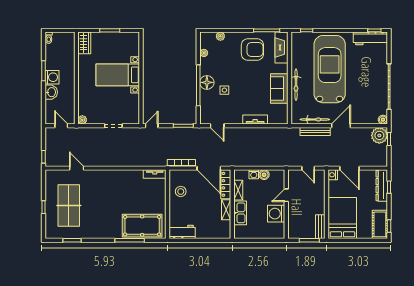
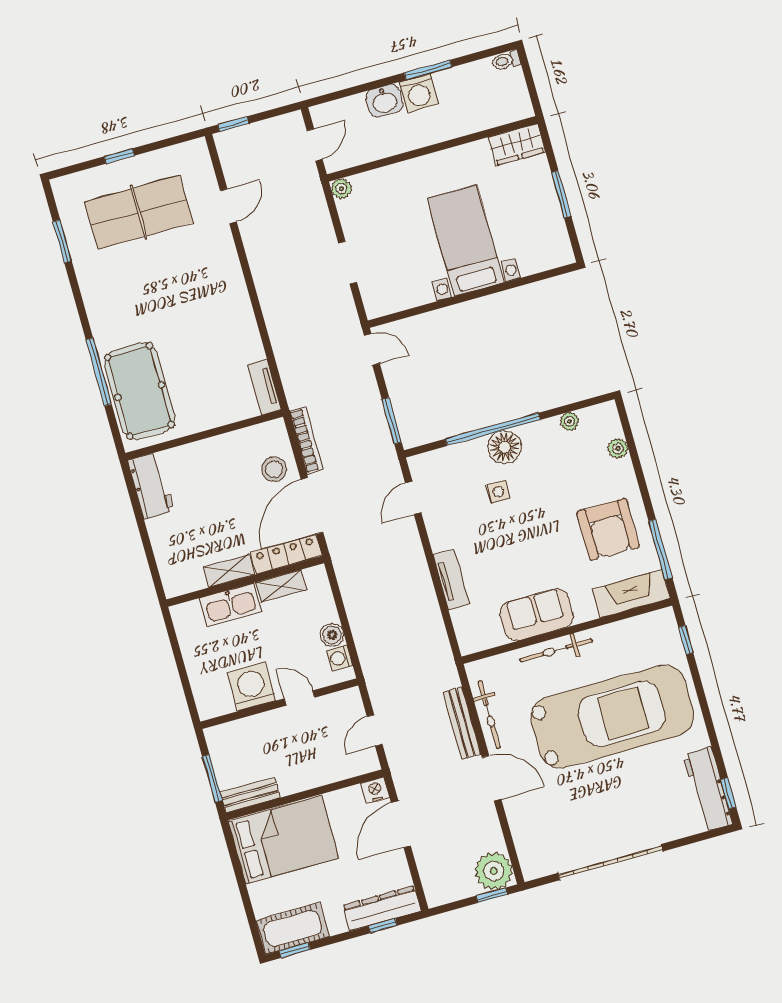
boiler: (383, 120) -> (532, 869), removed
washing machine: (254, 174) -> (340, 658), moved
stool: (181, 191) -> (274, 469), moved

